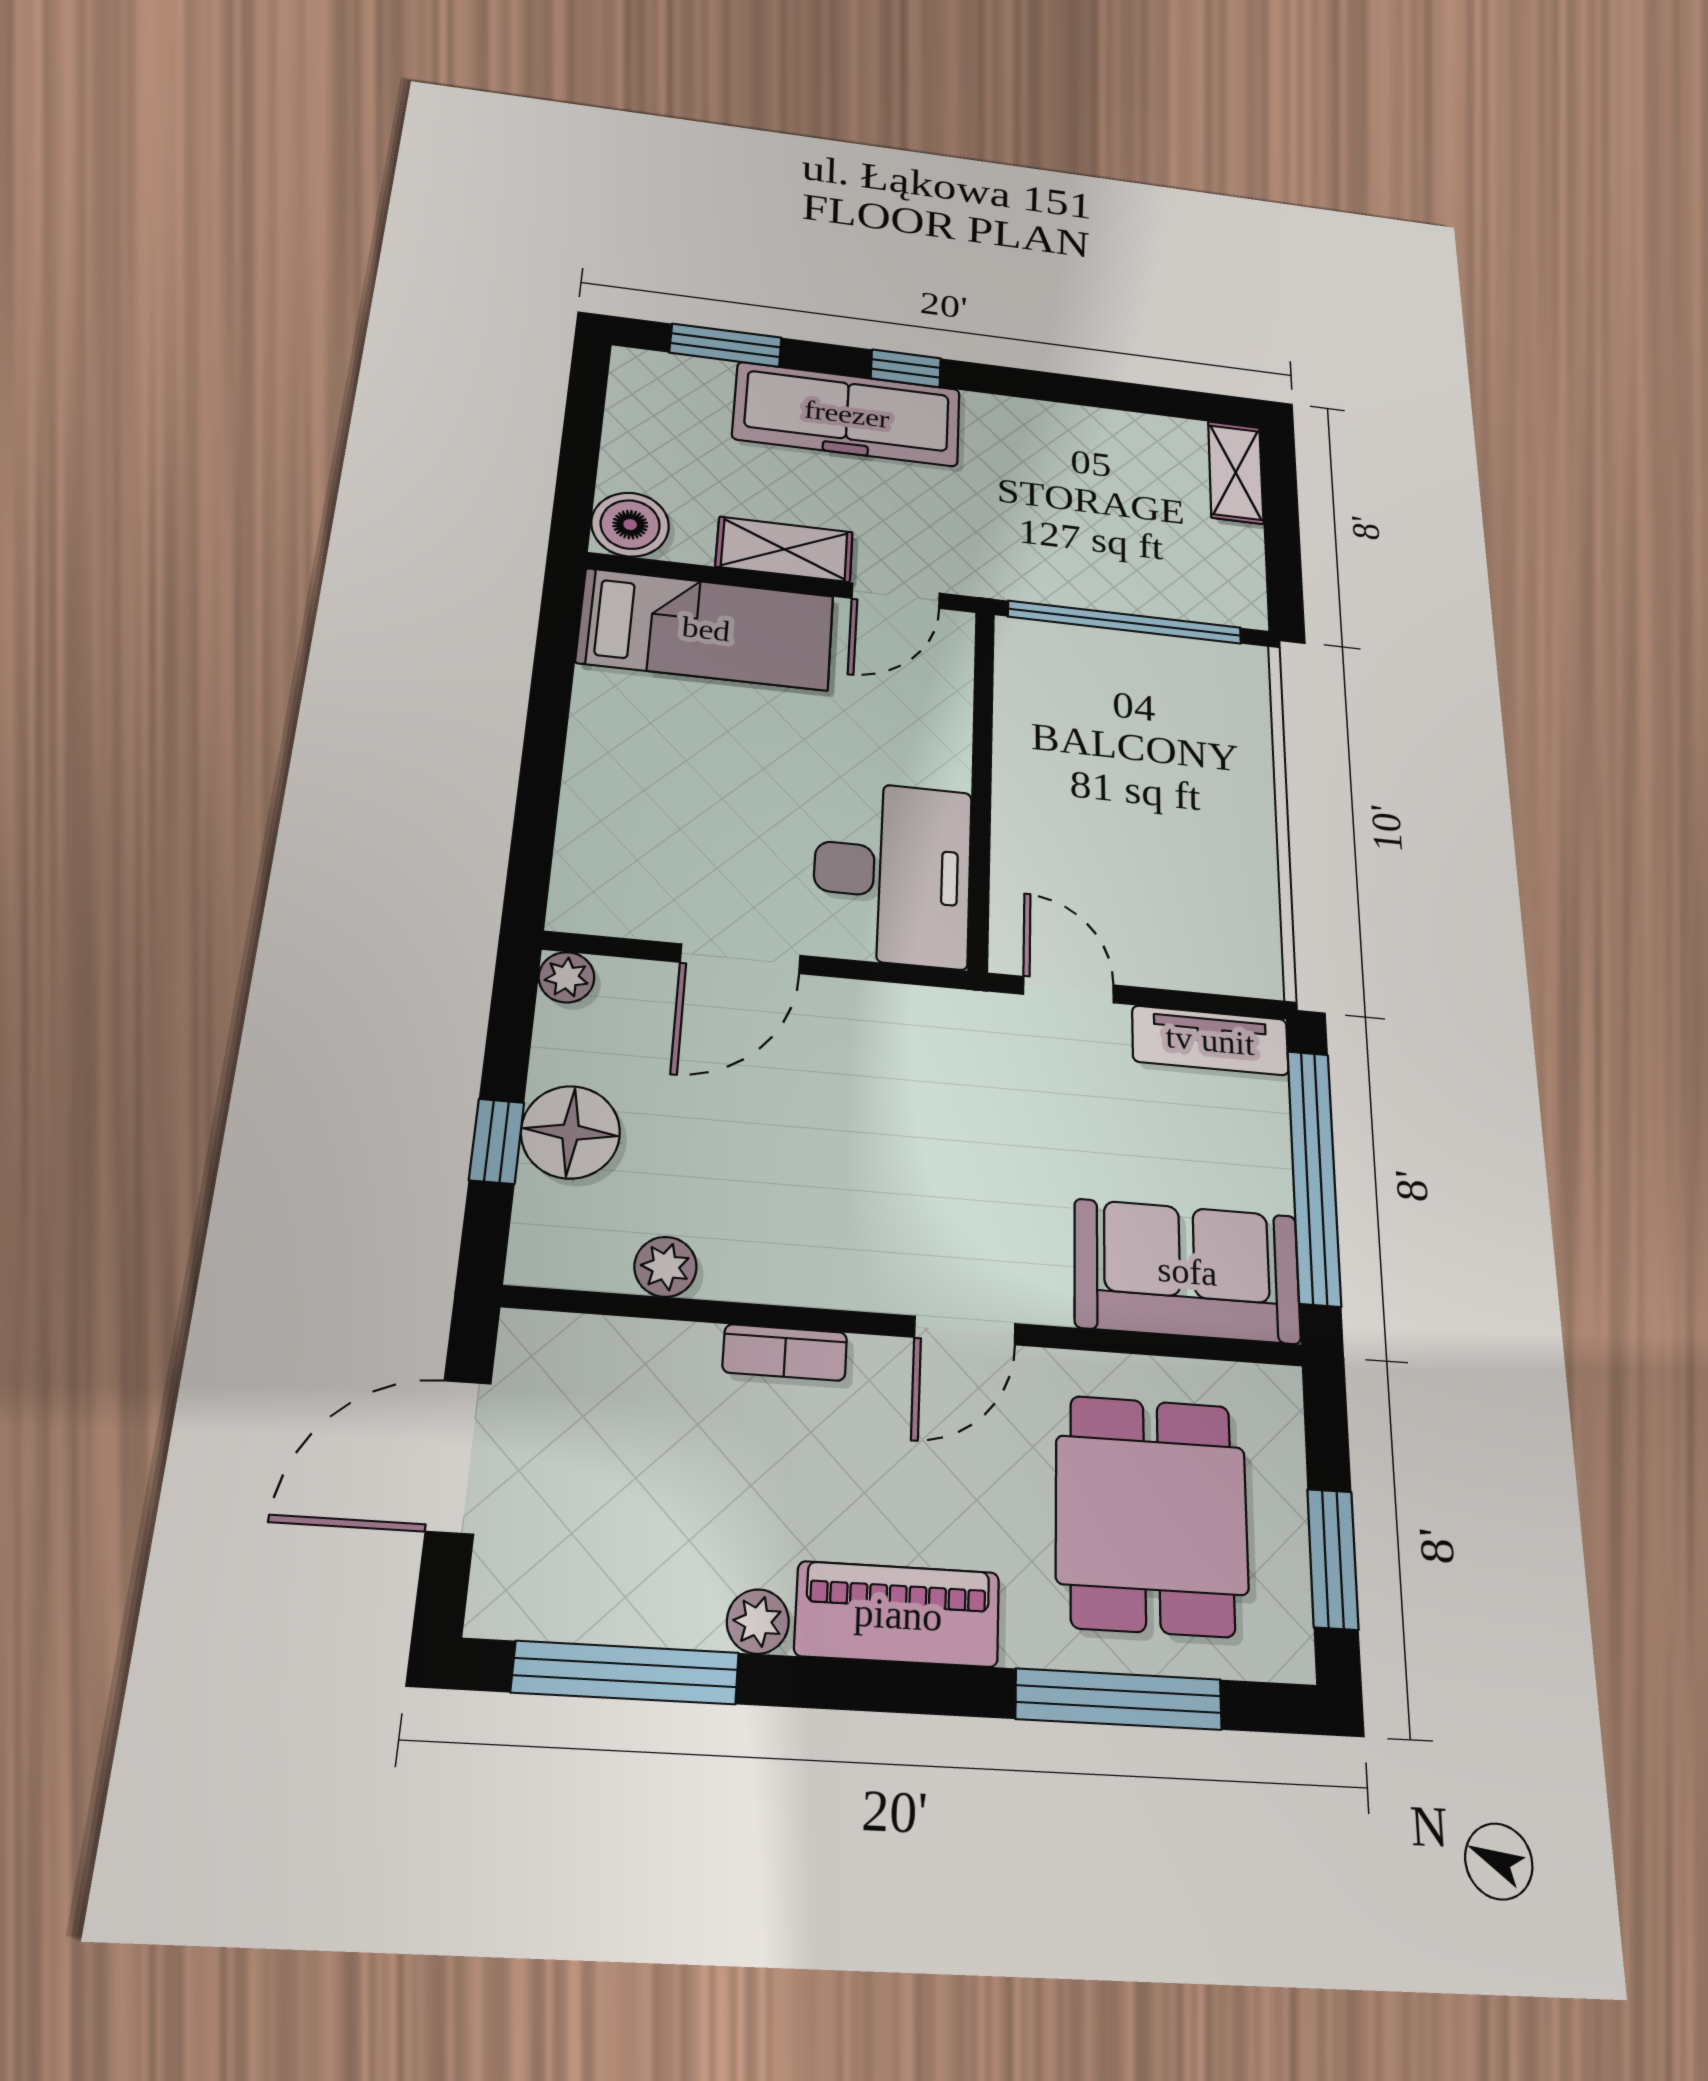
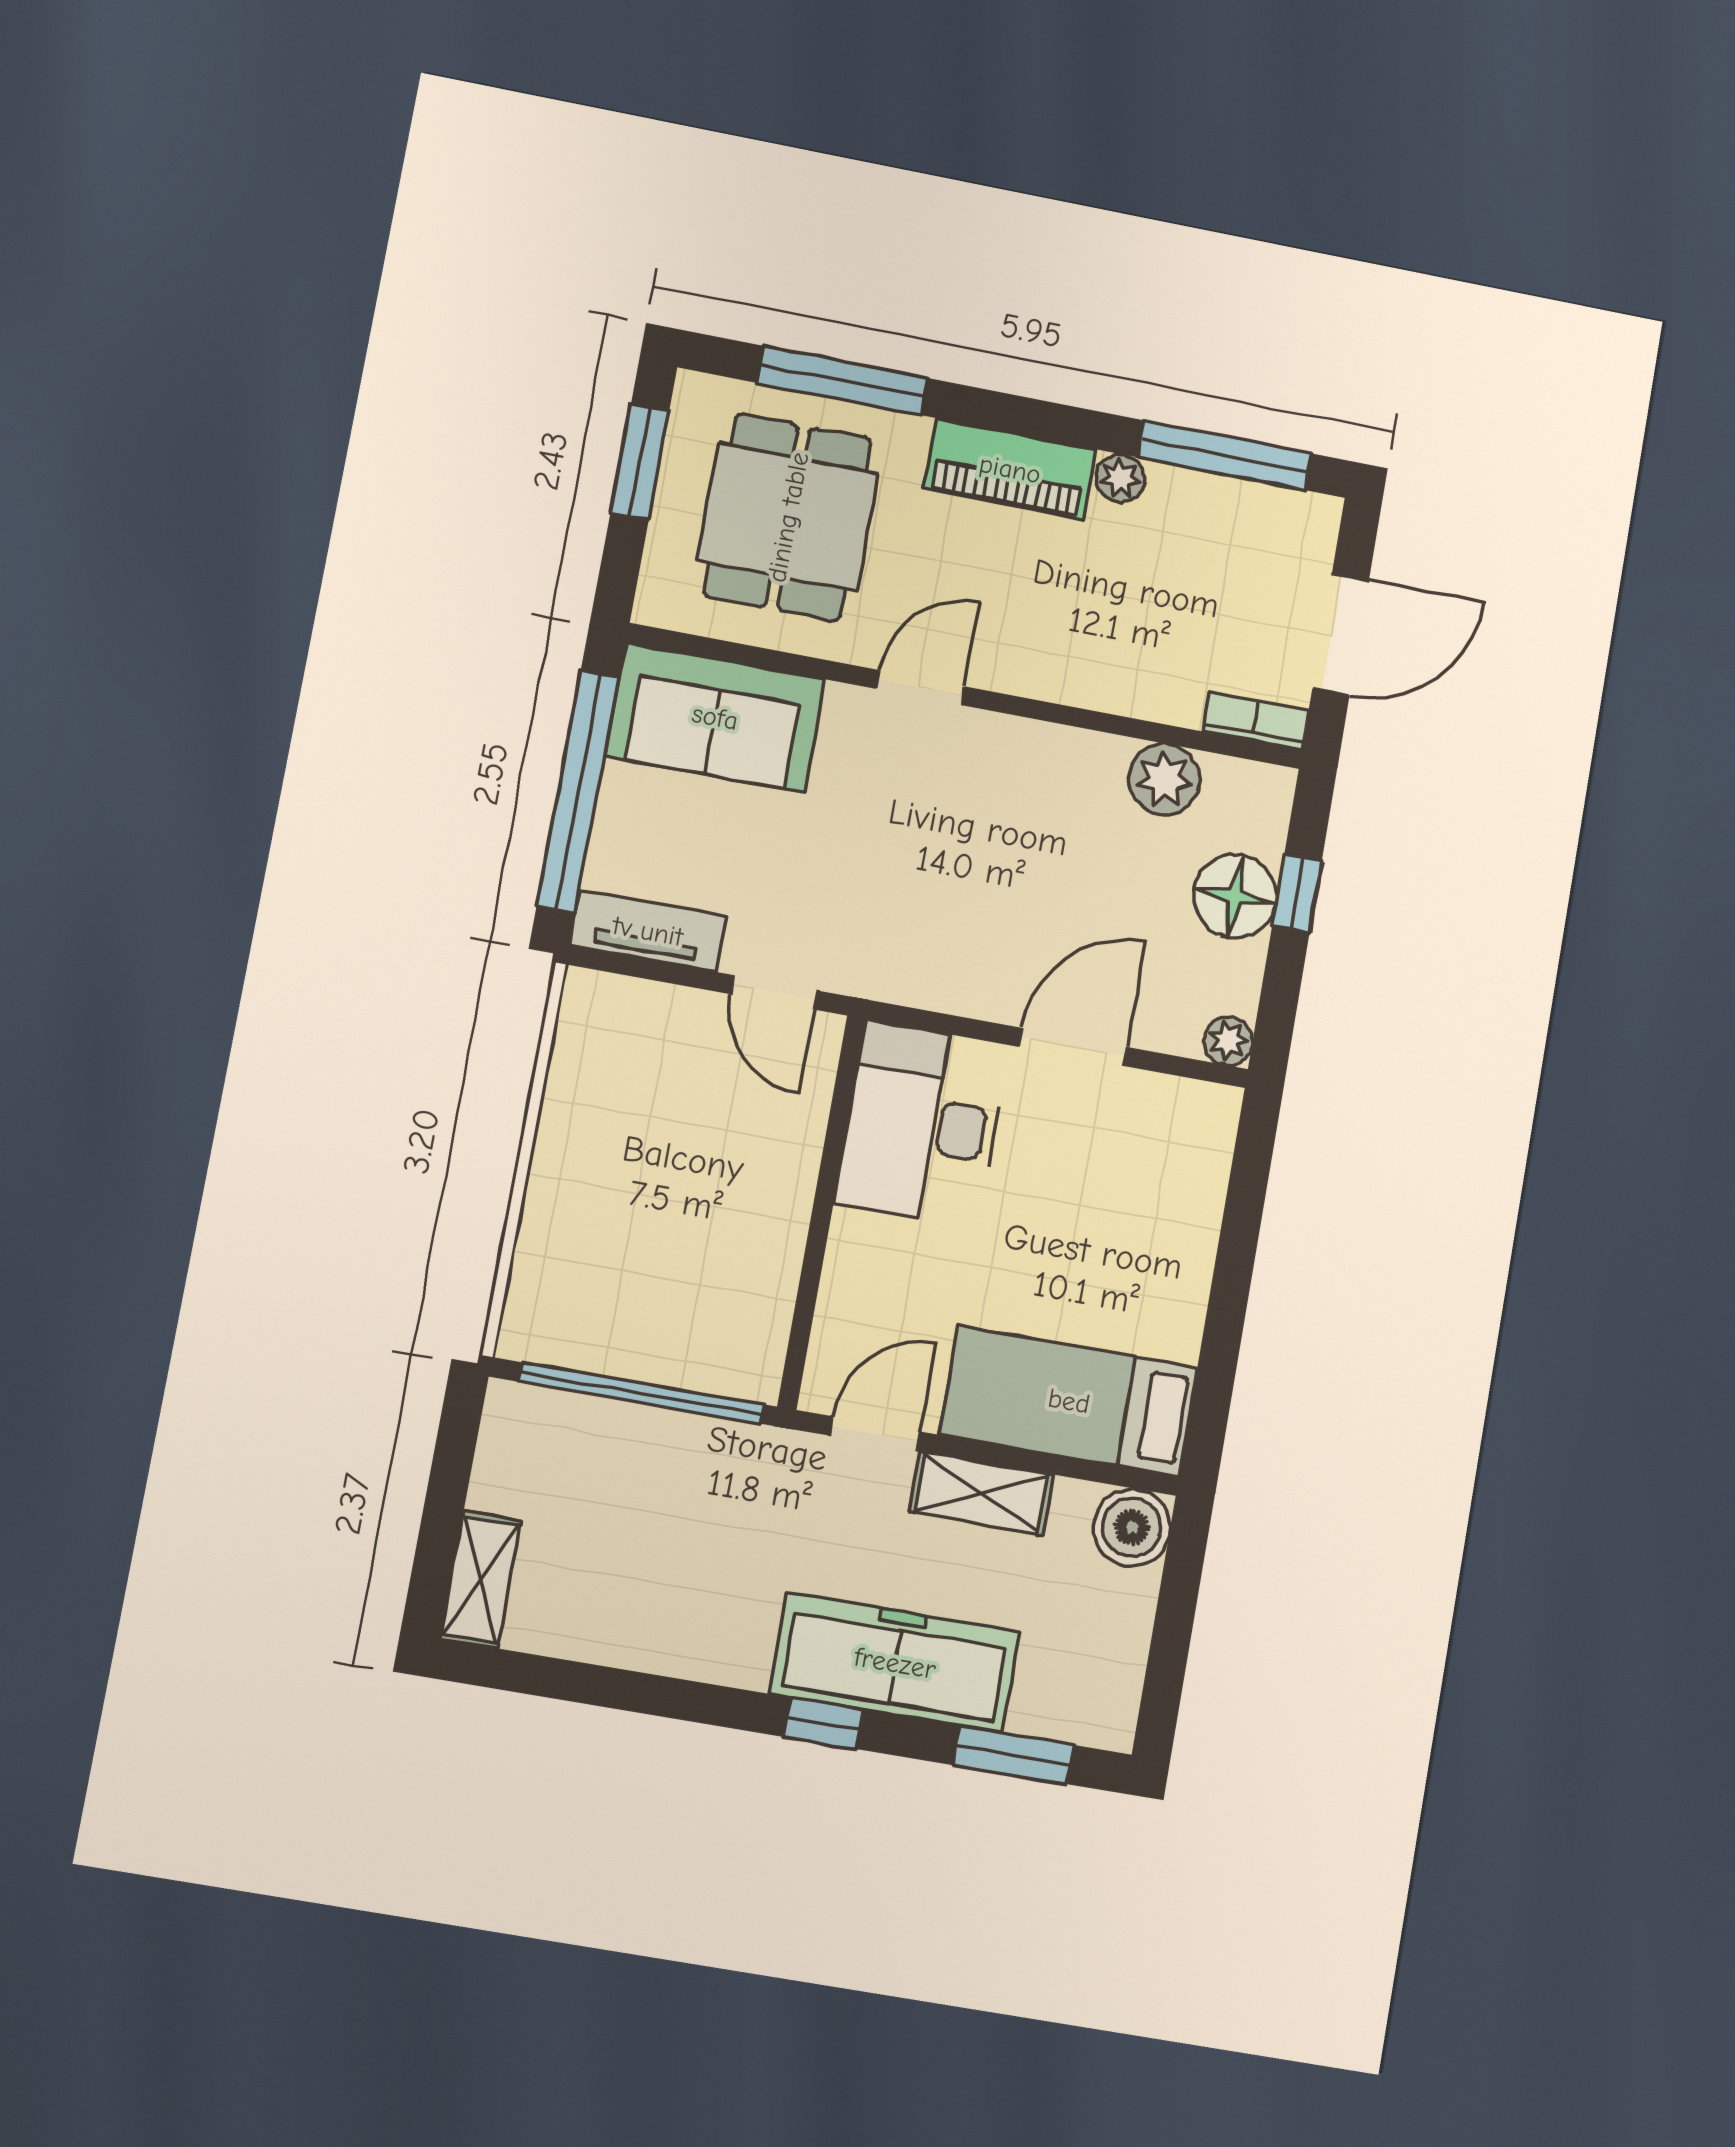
plant: (665, 1267) -> (1164, 779), width x1.38, depth x1.38
bookcase: (785, 1352) -> (1256, 721), moved

